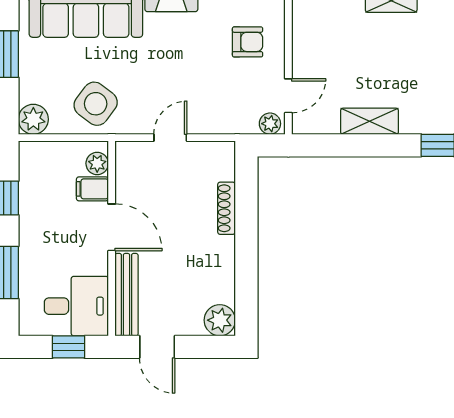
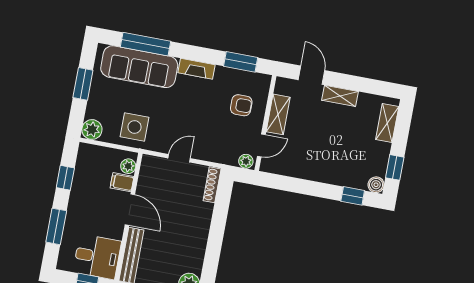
side table: (96, 104) -> (135, 127), turned -37
shelving: (370, 121) -> (278, 114), moved, turned 90
shoe rack: (226, 208) -> (212, 185), moved

